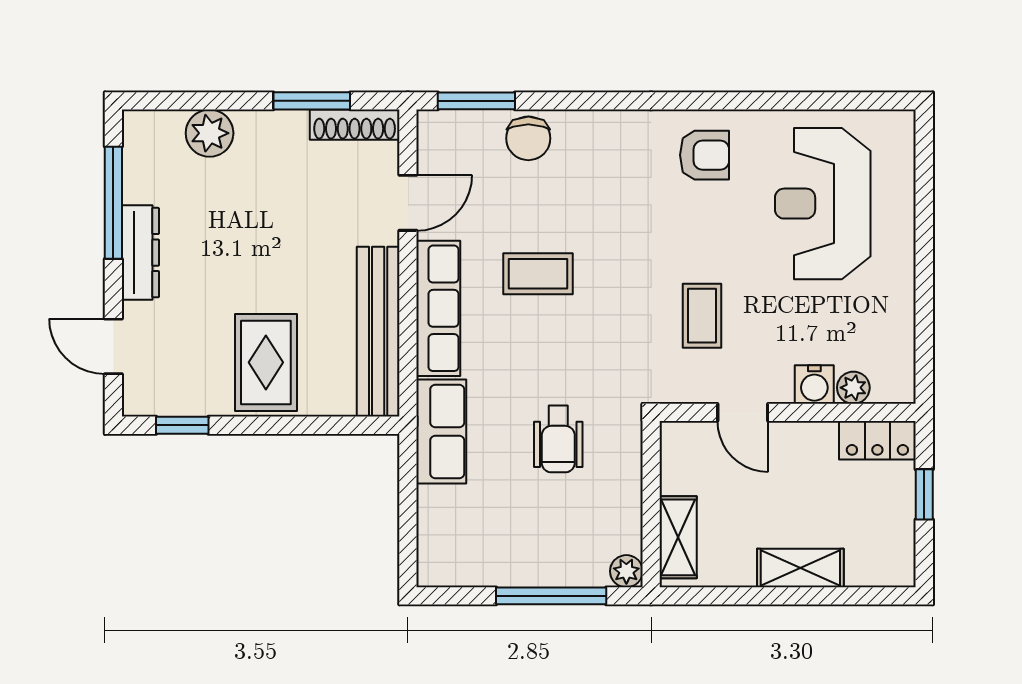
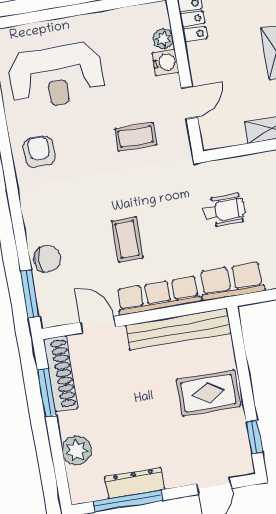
shoe rack: (355, 125) -> (61, 374), width x1.36, depth x1.24
dresser: (140, 253) -> (134, 483), moved

